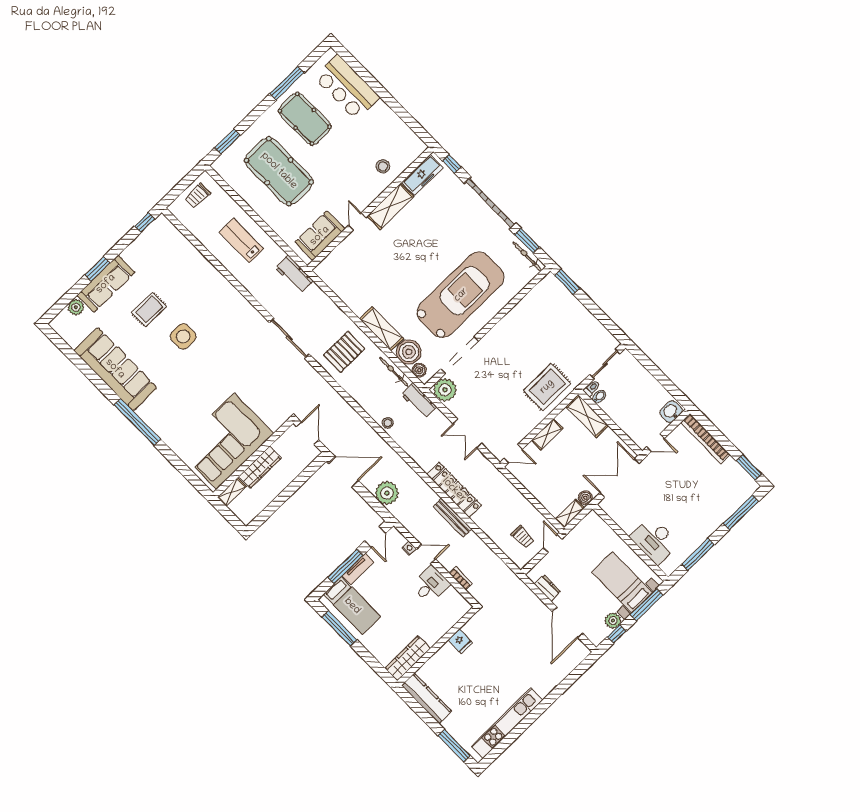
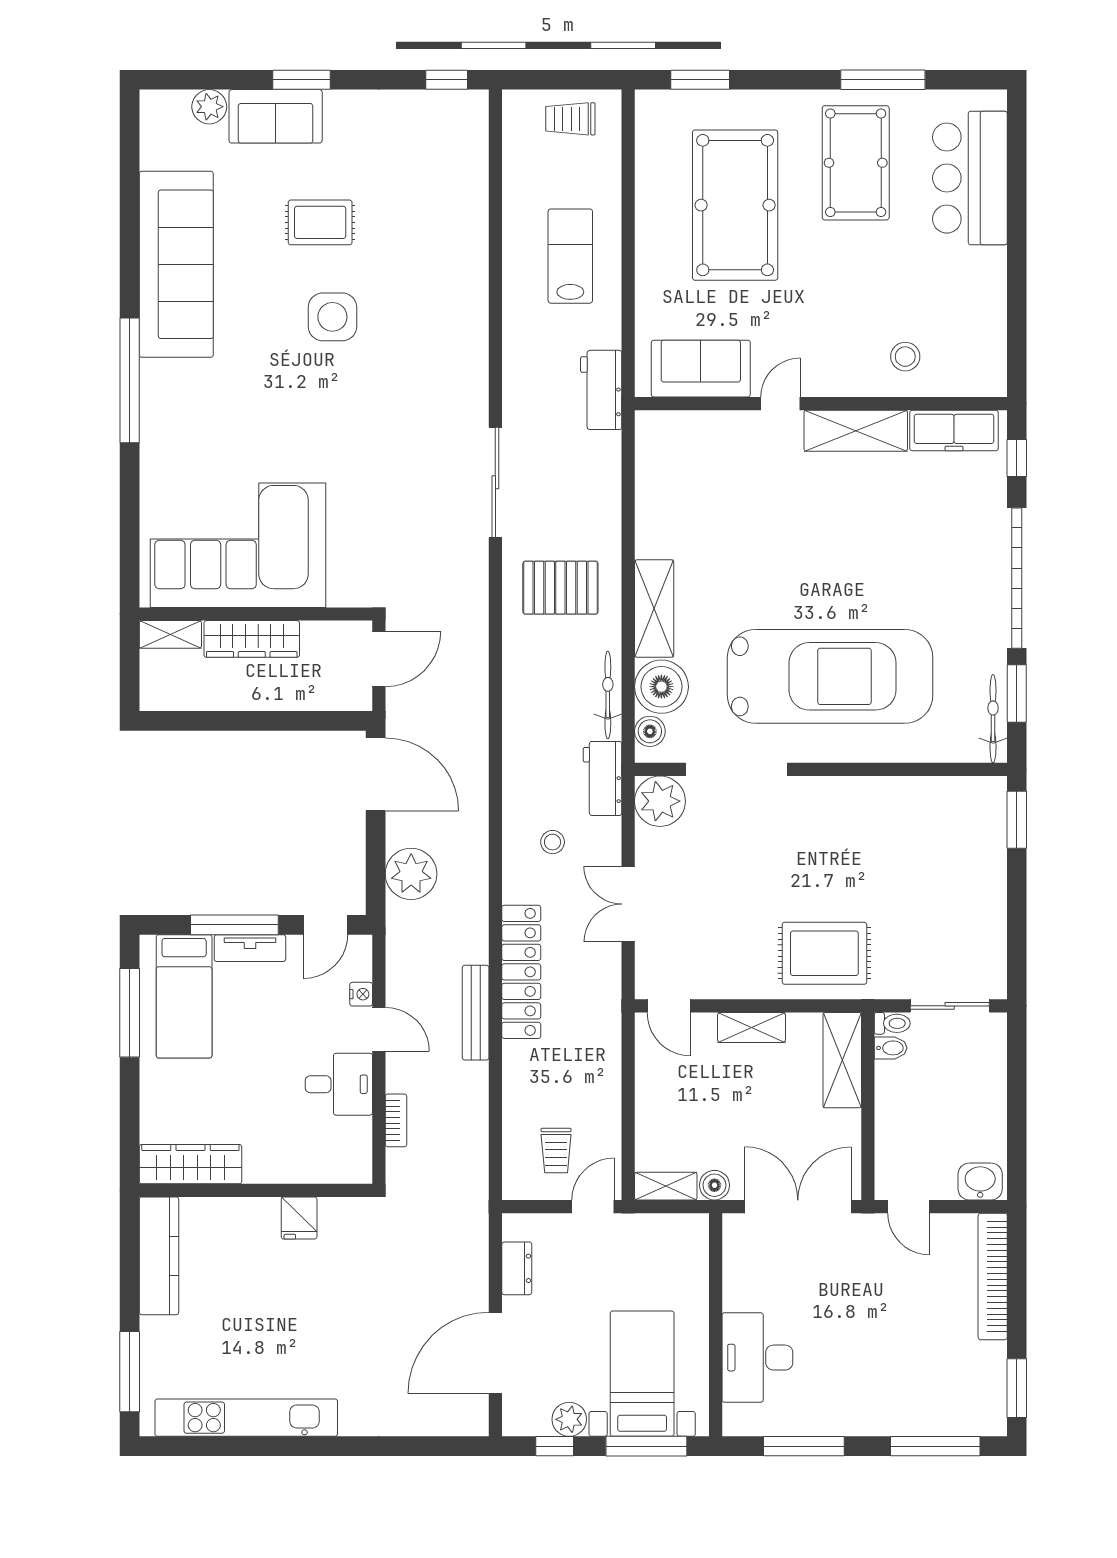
sofa: (106, 284) -> (276, 116), width x0.73
stool: (388, 423) -> (553, 842), moved

